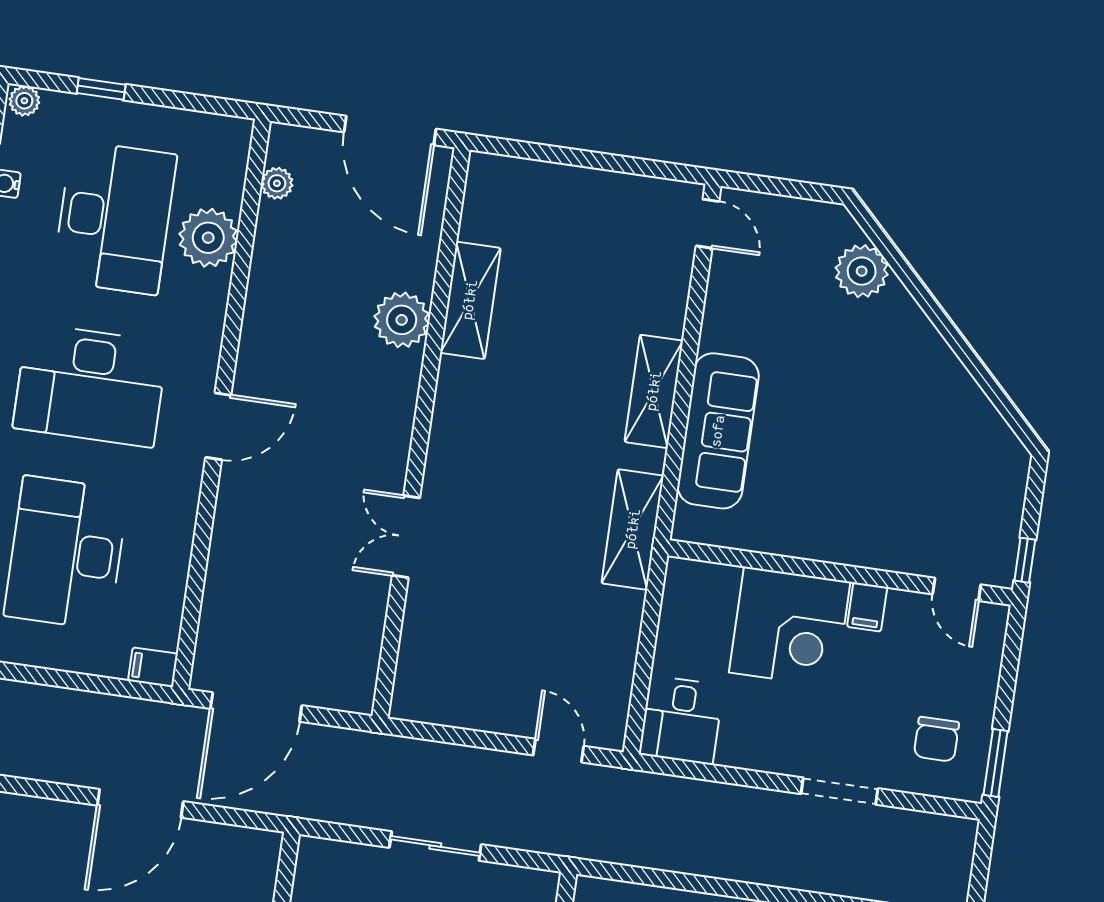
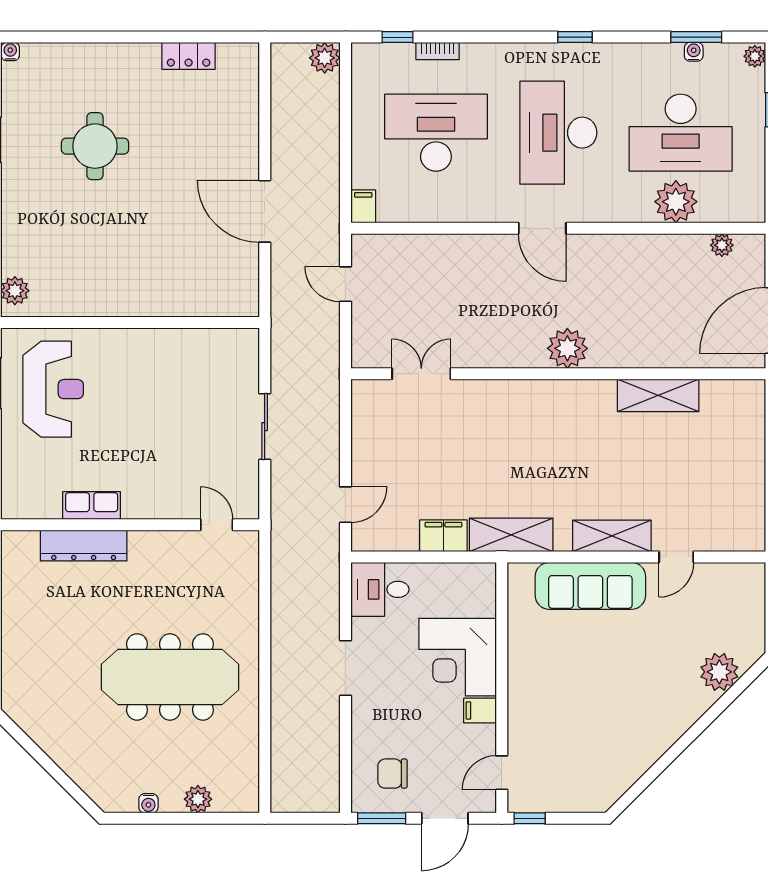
door: (708, 224) -> (676, 557), moved
plant: (402, 320) -> (567, 348), moved
double door: (406, 537) -> (421, 374), moved
filing cabinet: (620, 622) -> (443, 536), added
door: (1008, 676) -> (445, 818), added
door: (256, 707) -> (345, 284), width x0.53
doorway: (840, 791) -> (345, 668), moved

